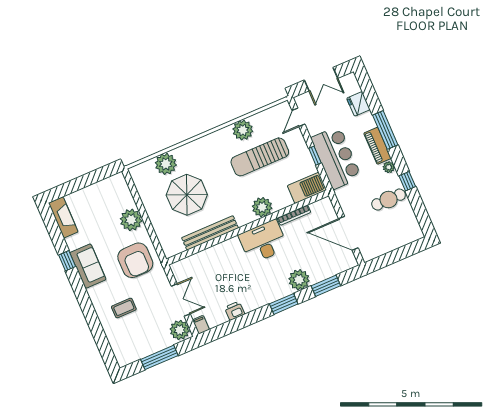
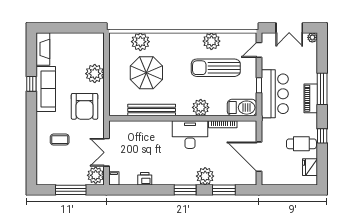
fridge: (358, 104) -> (310, 167), moved
plant: (389, 167) -> (312, 37), moved
sofa: (88, 266) -> (46, 89), width x1.36
double door: (181, 300) -> (106, 152), swing flipped

